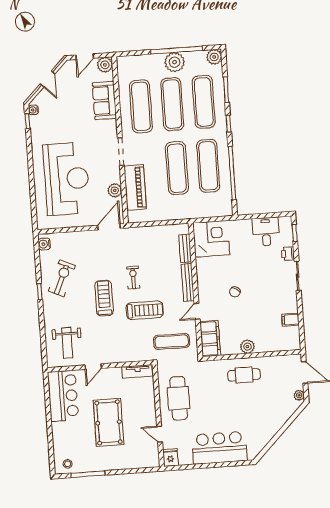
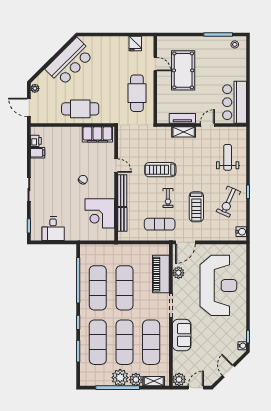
plant: (214, 57) -> (136, 380), moved
shelving: (135, 61) -> (154, 381), added
sofa: (104, 100) -> (182, 335), moved
reception desk: (67, 179) -> (218, 285), turned 180
corner desk: (211, 239) -> (100, 213), moved
printer: (288, 254) -> (36, 141), moved
treadmill: (104, 298) -> (196, 207), moved
door: (197, 311) -> (116, 166), hinge flipped
filing cabinet: (210, 339) -> (97, 134), moved, turned -90
exercise mat: (172, 341) -> (160, 224), moved
weight bench: (67, 343) -> (228, 157), moved
plant: (247, 347) -> (76, 133), removed
shelving: (120, 357) -> (184, 132), added
tv unit: (138, 371) -> (182, 118), moved
cafe table: (244, 375) -> (80, 109), width x1.37, depth x1.35
pool table: (109, 422) -> (183, 70), moved
bar counter: (220, 448) -> (70, 62), moved, turned -45
fridge: (171, 458) -> (135, 43), moved

